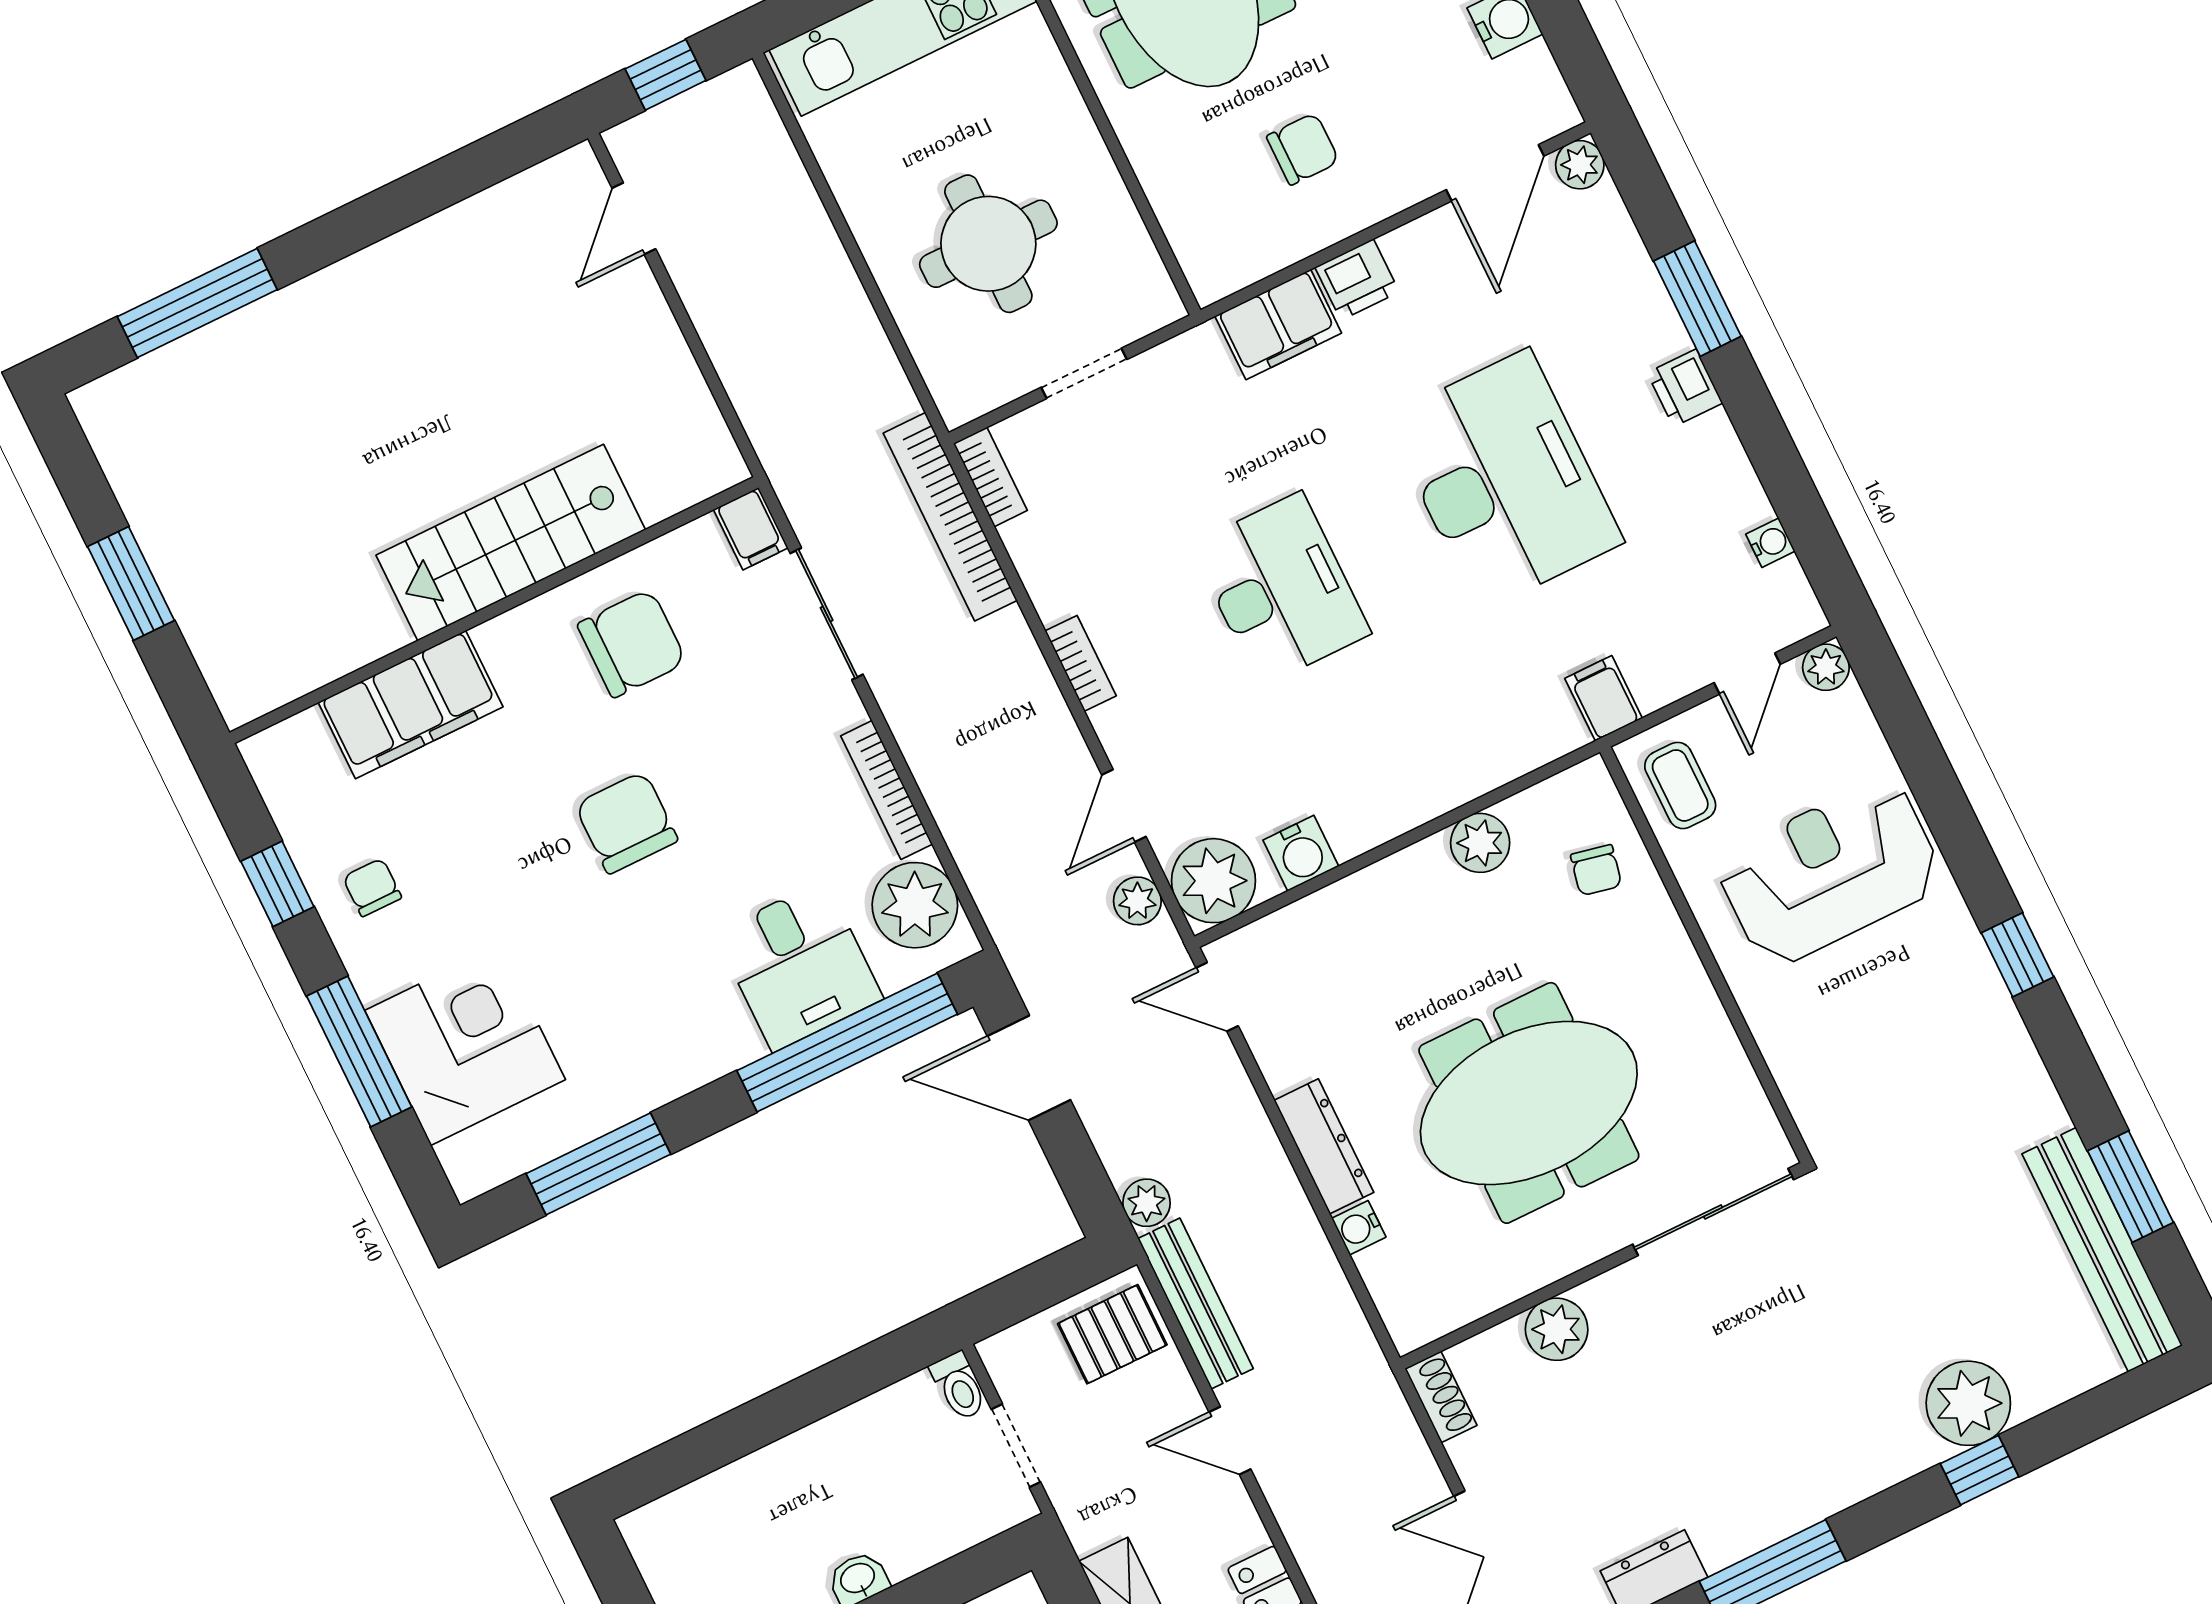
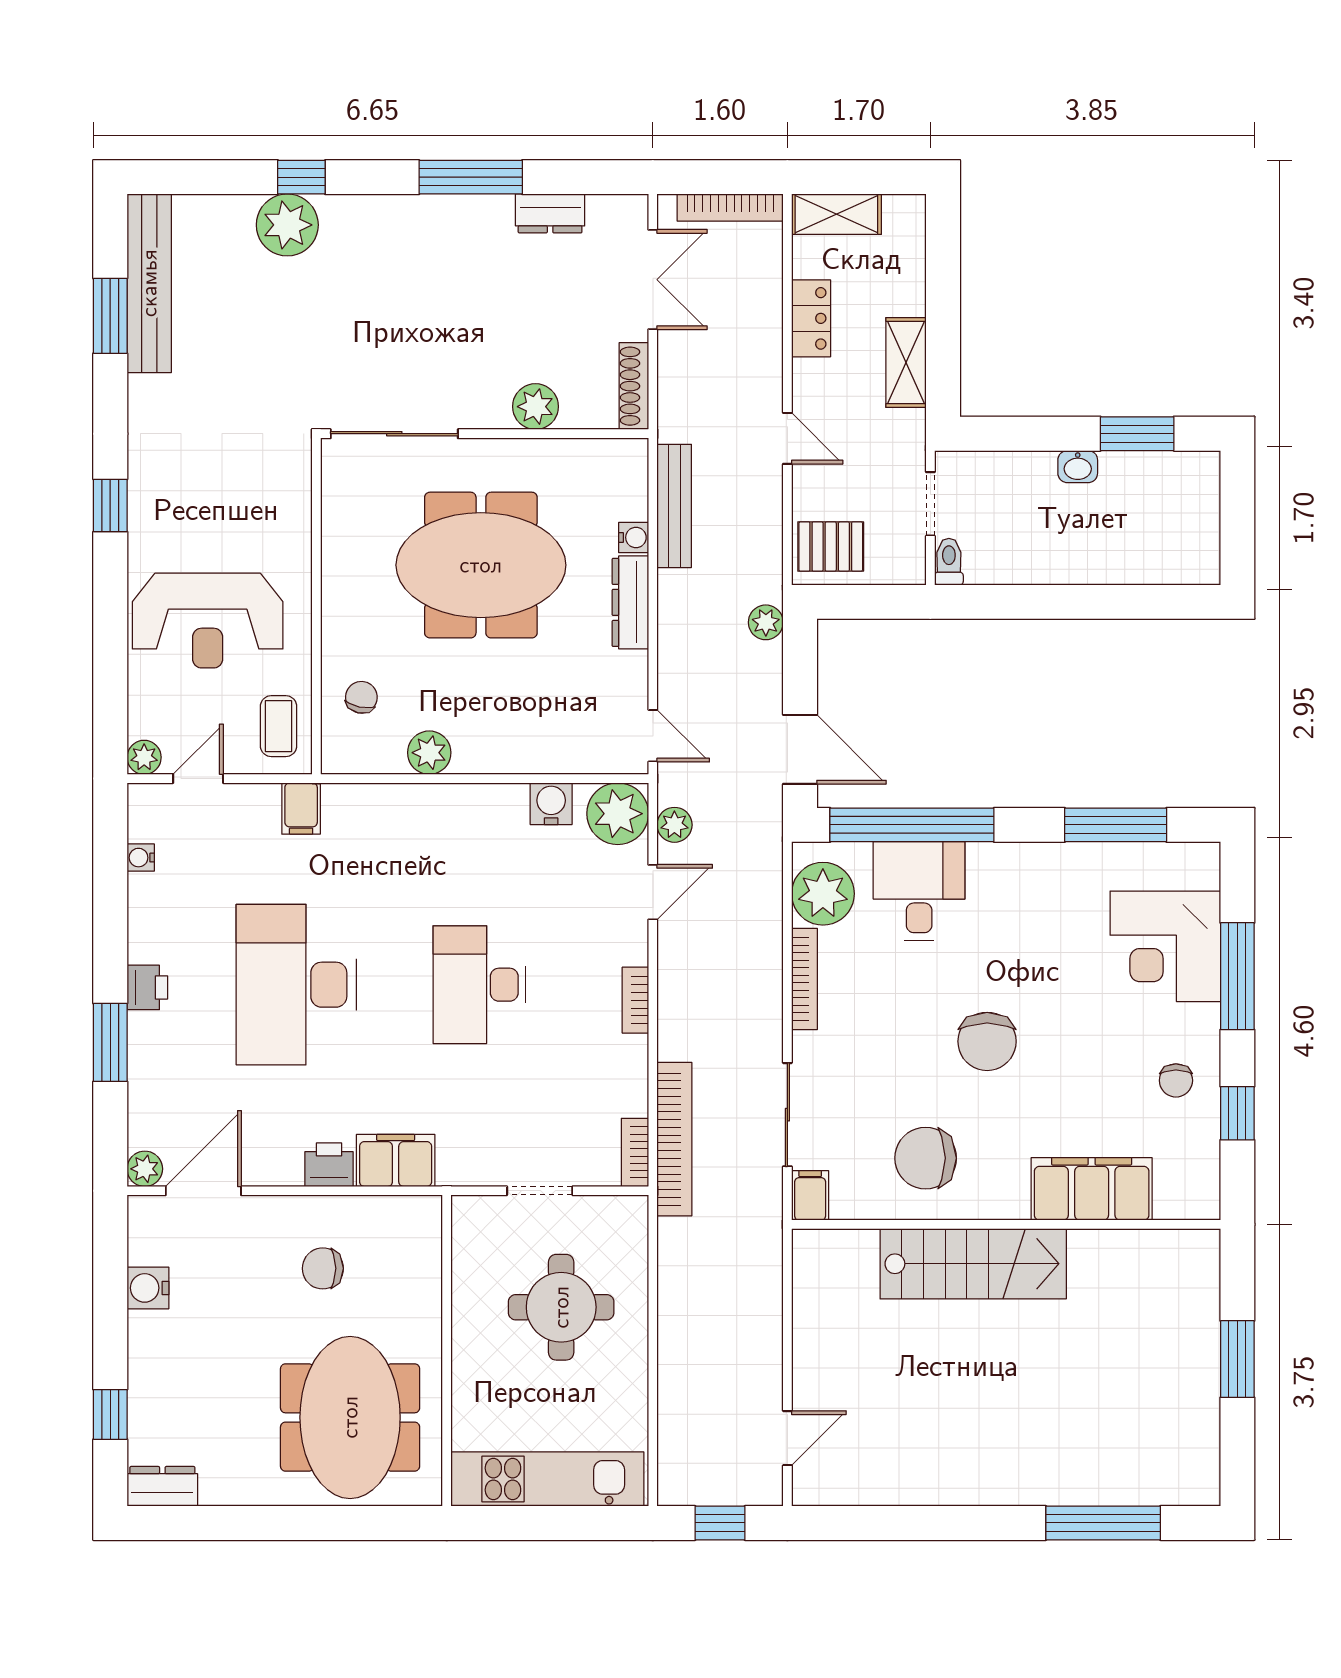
bench: (1195, 1304) -> (674, 506), moved
shoe rack: (1441, 1397) -> (634, 386), width x1.43

